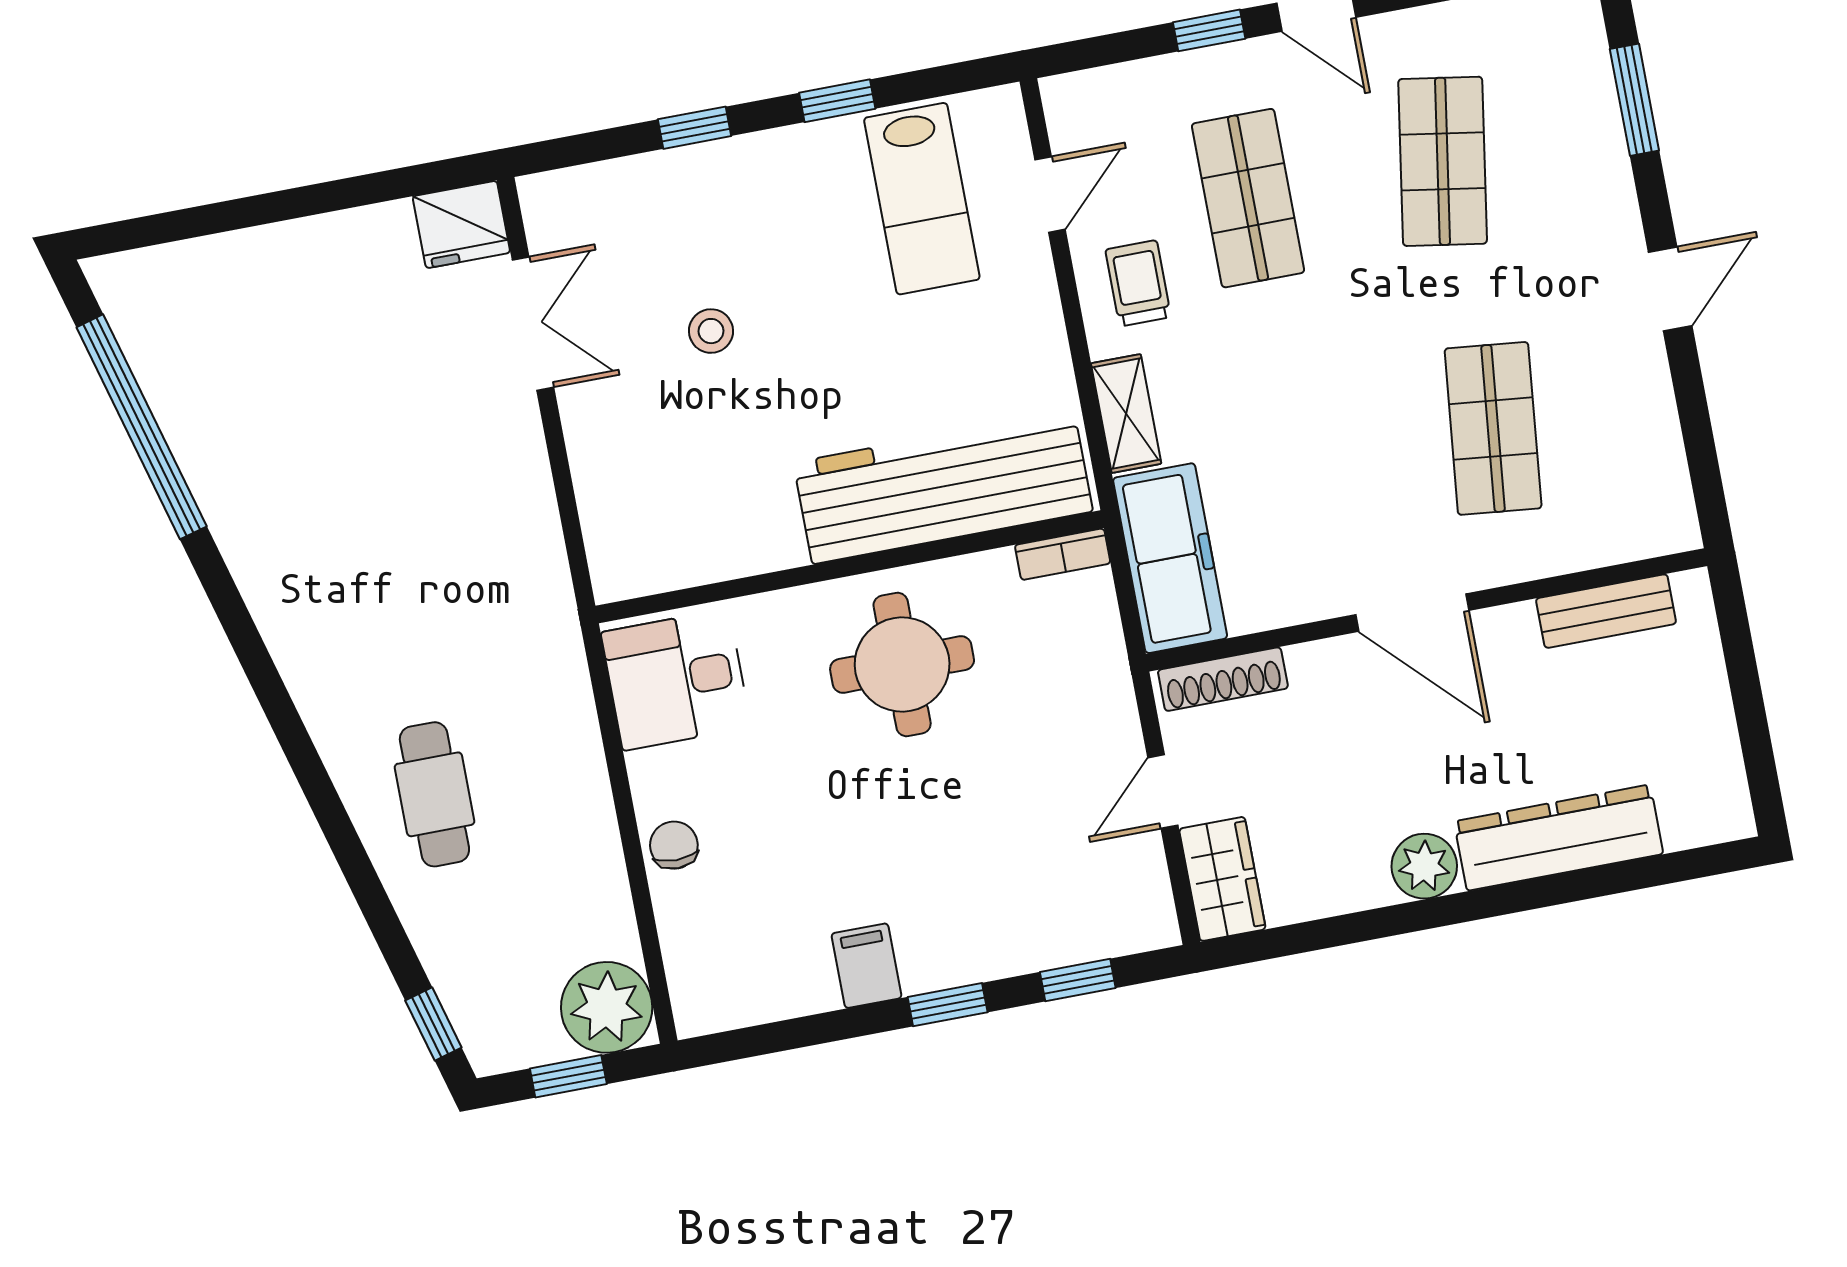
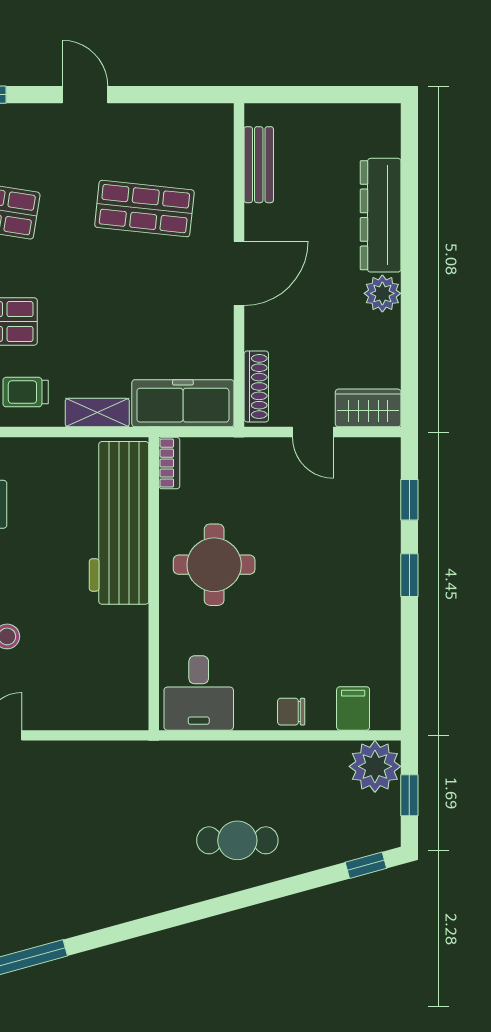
filing cabinet: (866, 966) -> (353, 708), moved, turned 90

